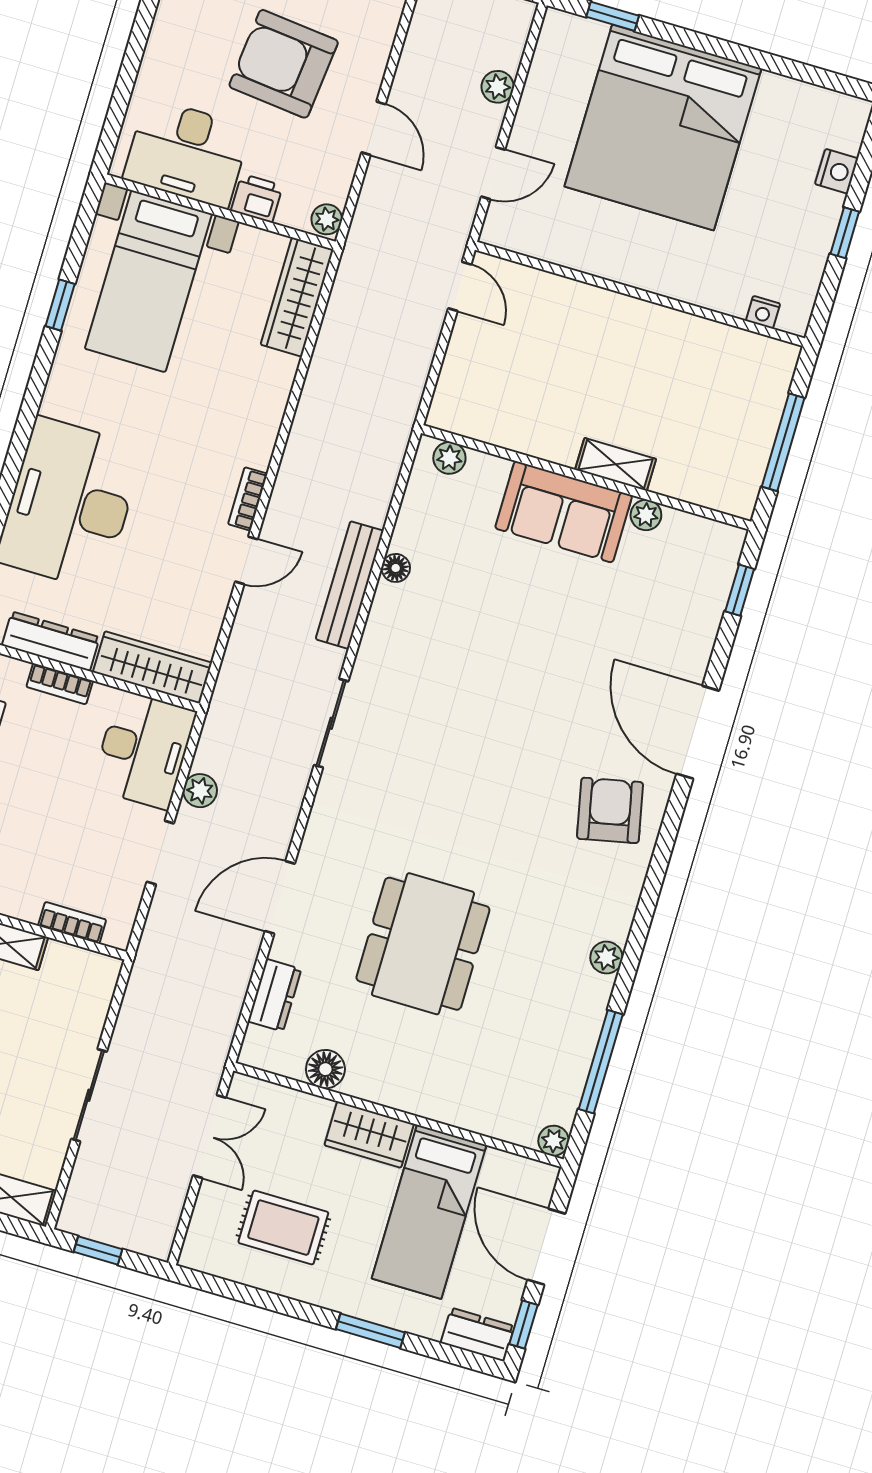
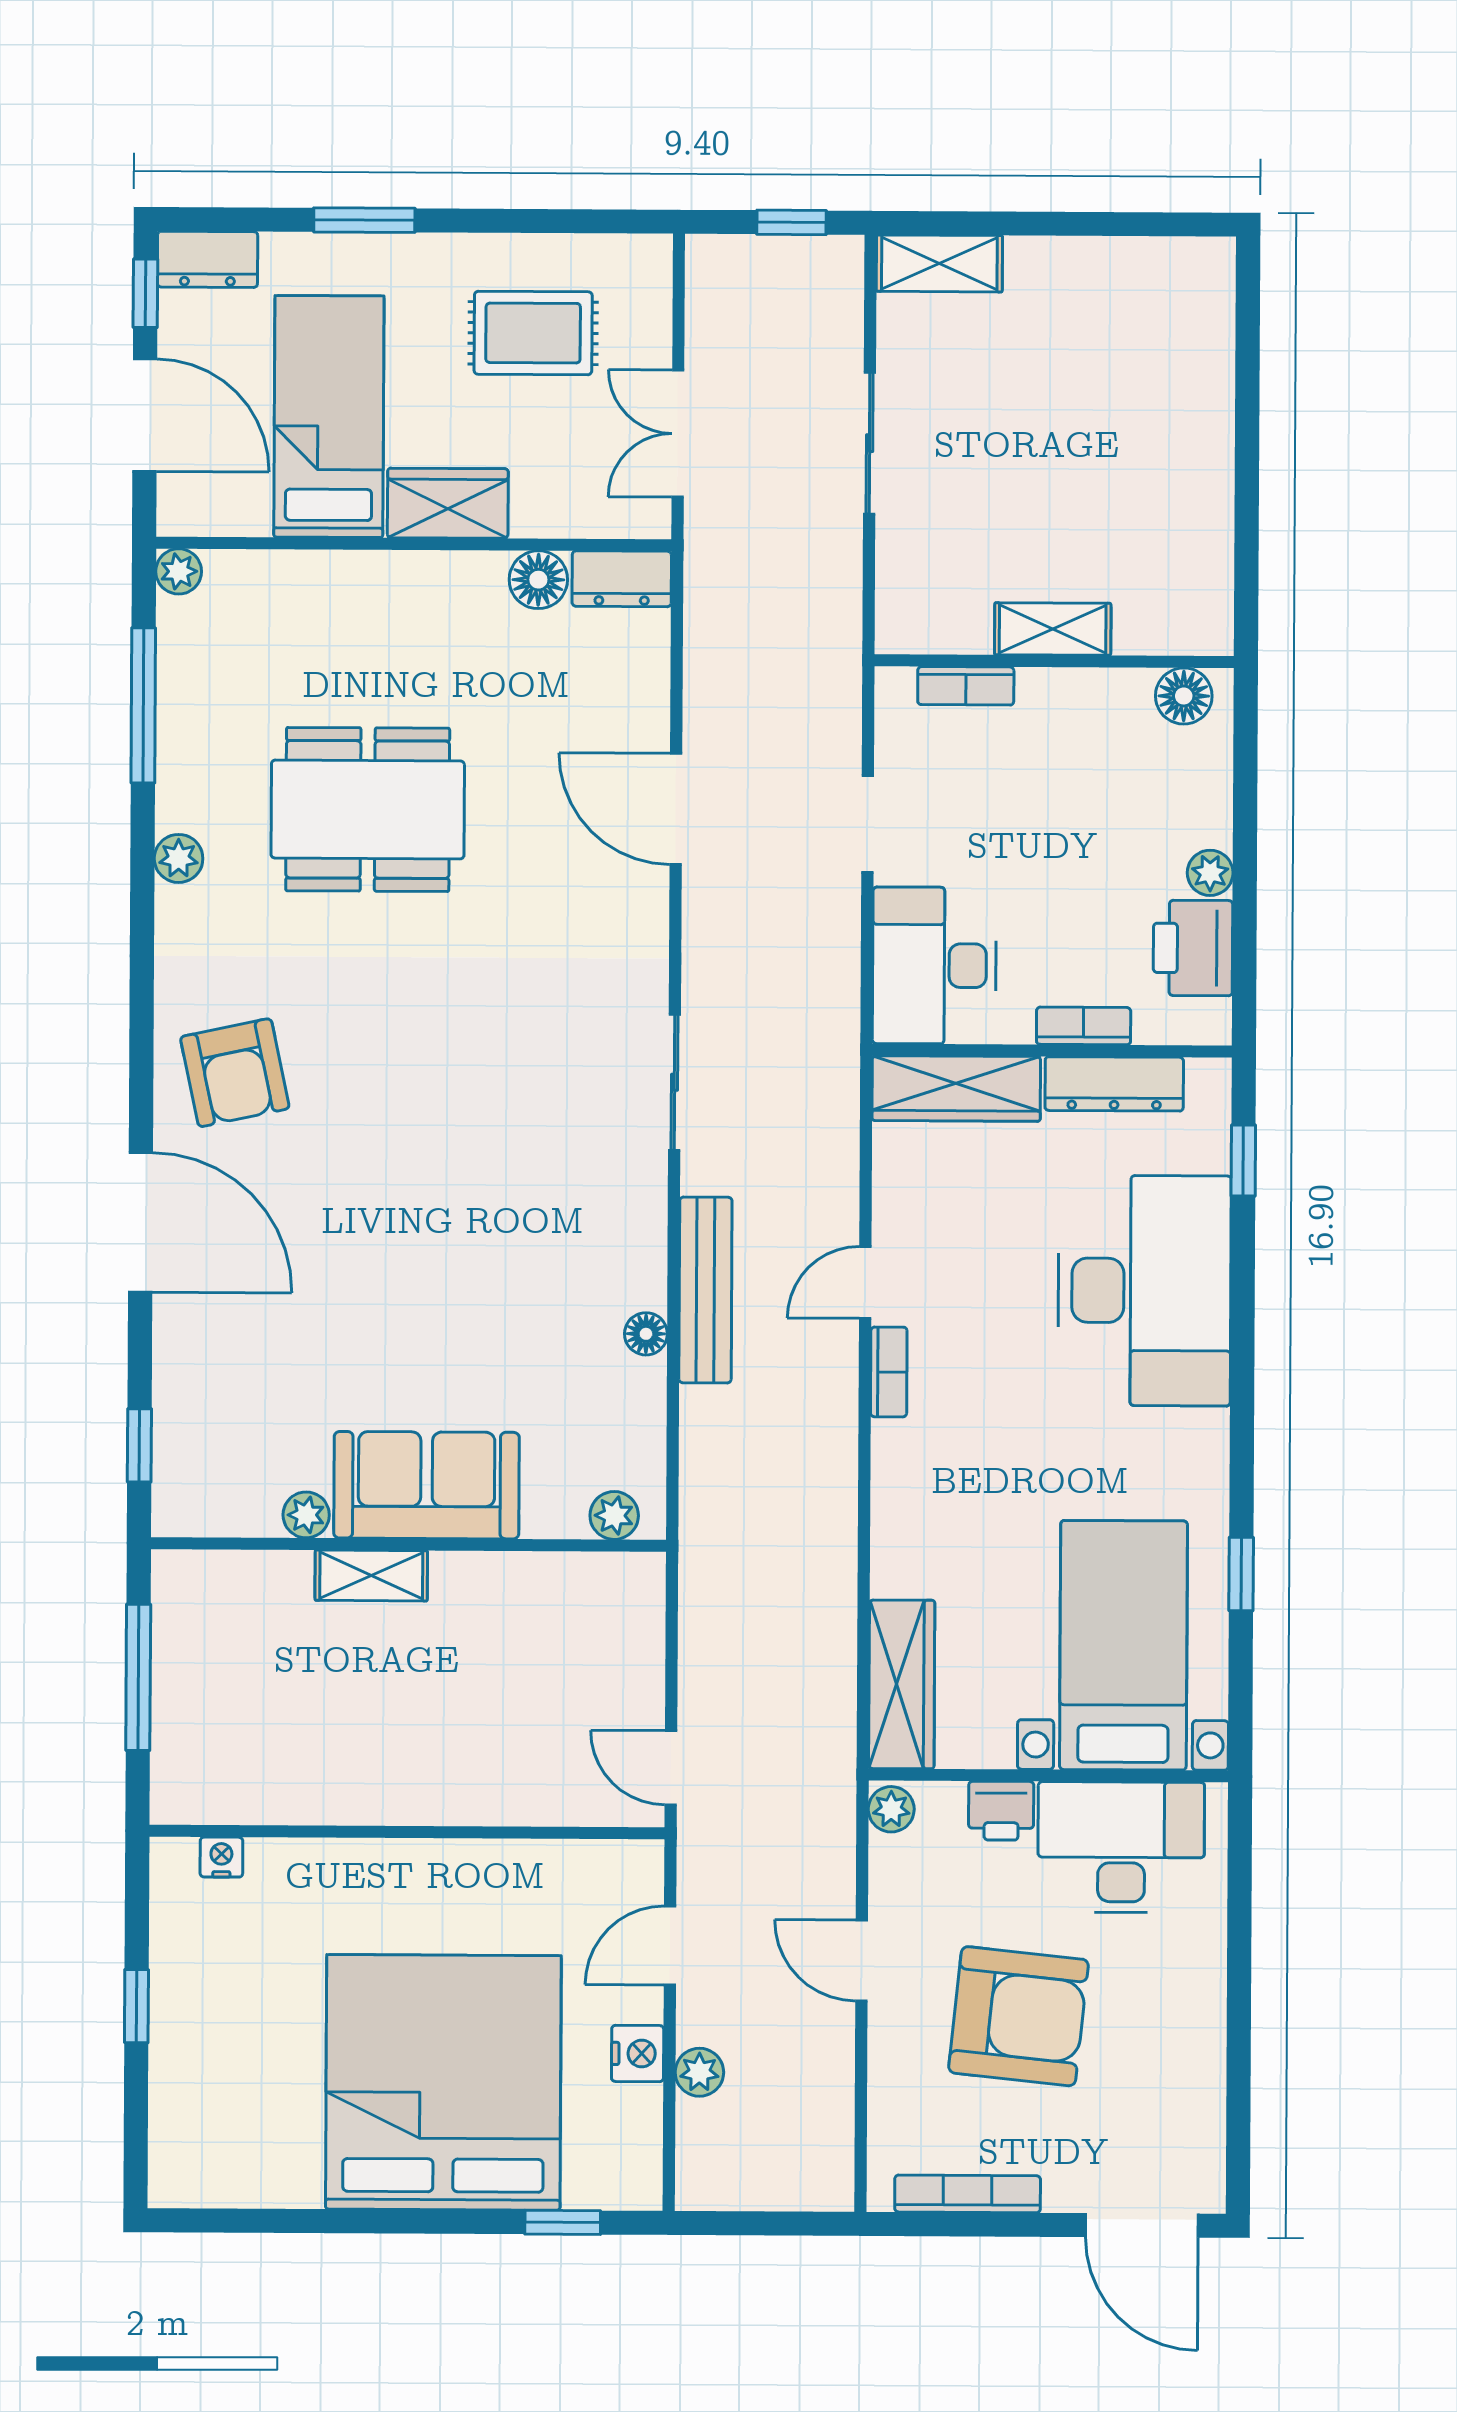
nightstand: (837, 171) -> (638, 2054), moved, turned 180
plant: (200, 791) -> (836, 930), removed
door: (280, 897) -> (676, 809), swing flipped
dining table: (423, 944) -> (368, 809), moved, turned 90
dresser: (275, 995) -> (622, 579), moved, turned -90

